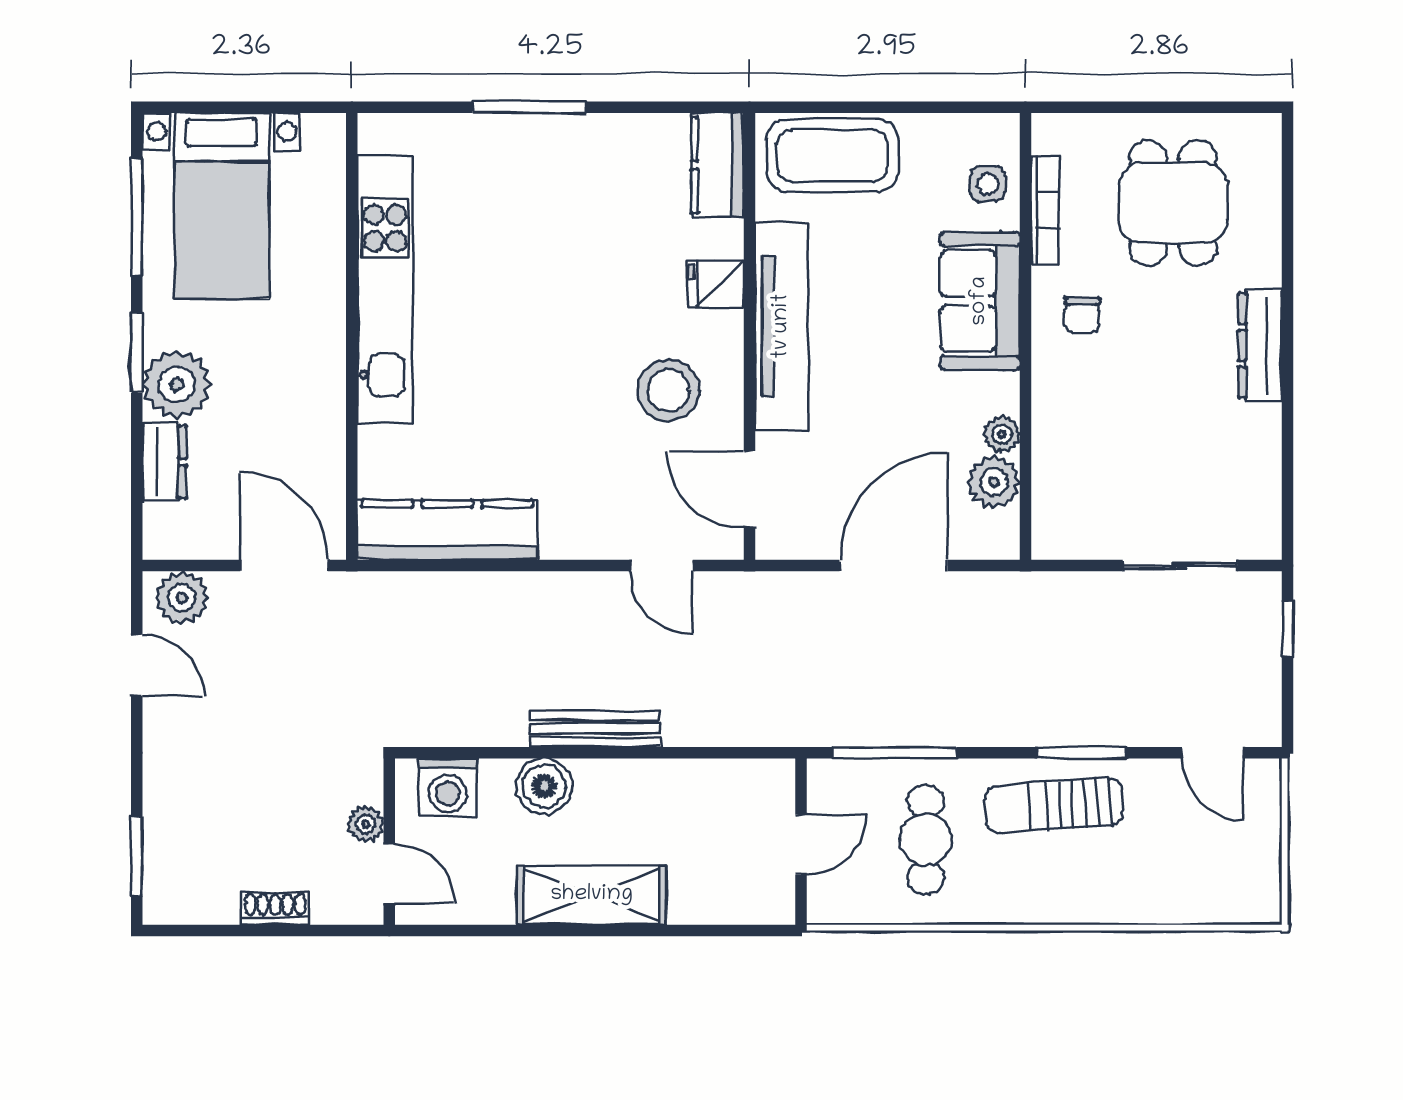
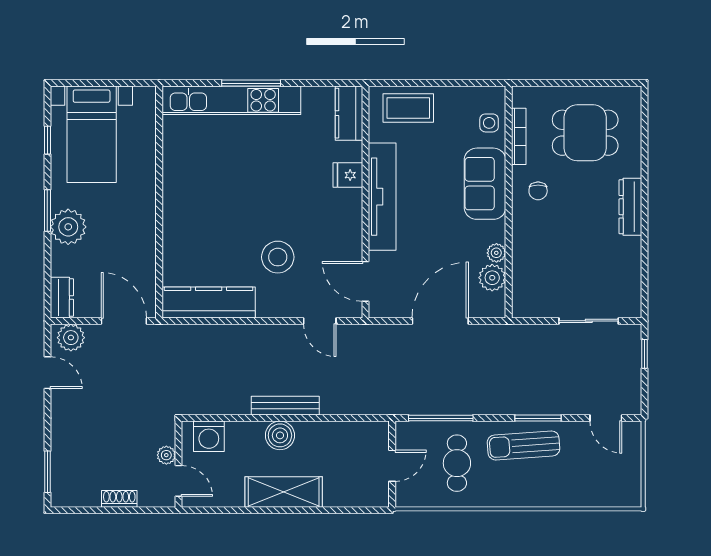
coffee table: (832, 155) -> (408, 108), width x0.73, depth x0.76
dining table: (1173, 203) -> (585, 133), turned 90
window: (137, 217) -> (47, 140), width x0.46
kitchen unit: (385, 289) -> (231, 100), moved, turned 90
stool: (668, 390) -> (278, 257), moved
dresser: (164, 462) -> (62, 298), moved
boiler: (544, 786) -> (280, 435), moved

